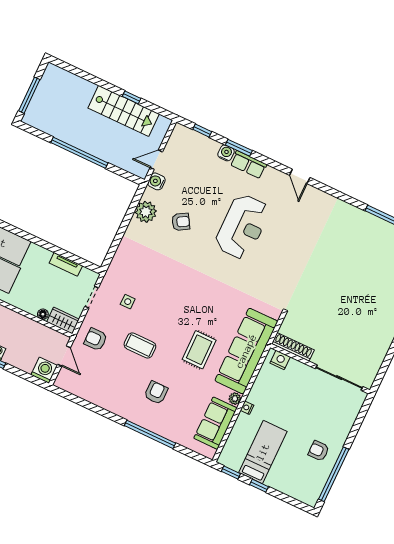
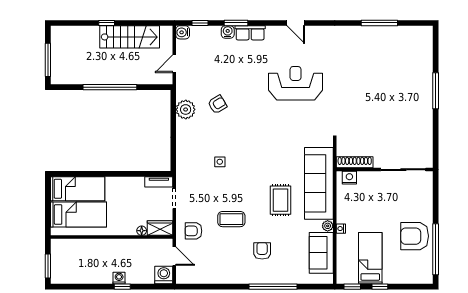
window: (132, 97) -> (107, 23), moved
water cooler: (156, 181) -> (183, 32), moved
reception desk: (242, 227) -> (296, 83), moved, turned -90
tv unit: (66, 264) -> (159, 182), moved
side table: (128, 302) -> (220, 162), moved
armchair: (319, 451) -> (415, 236), width x1.88, depth x1.88

